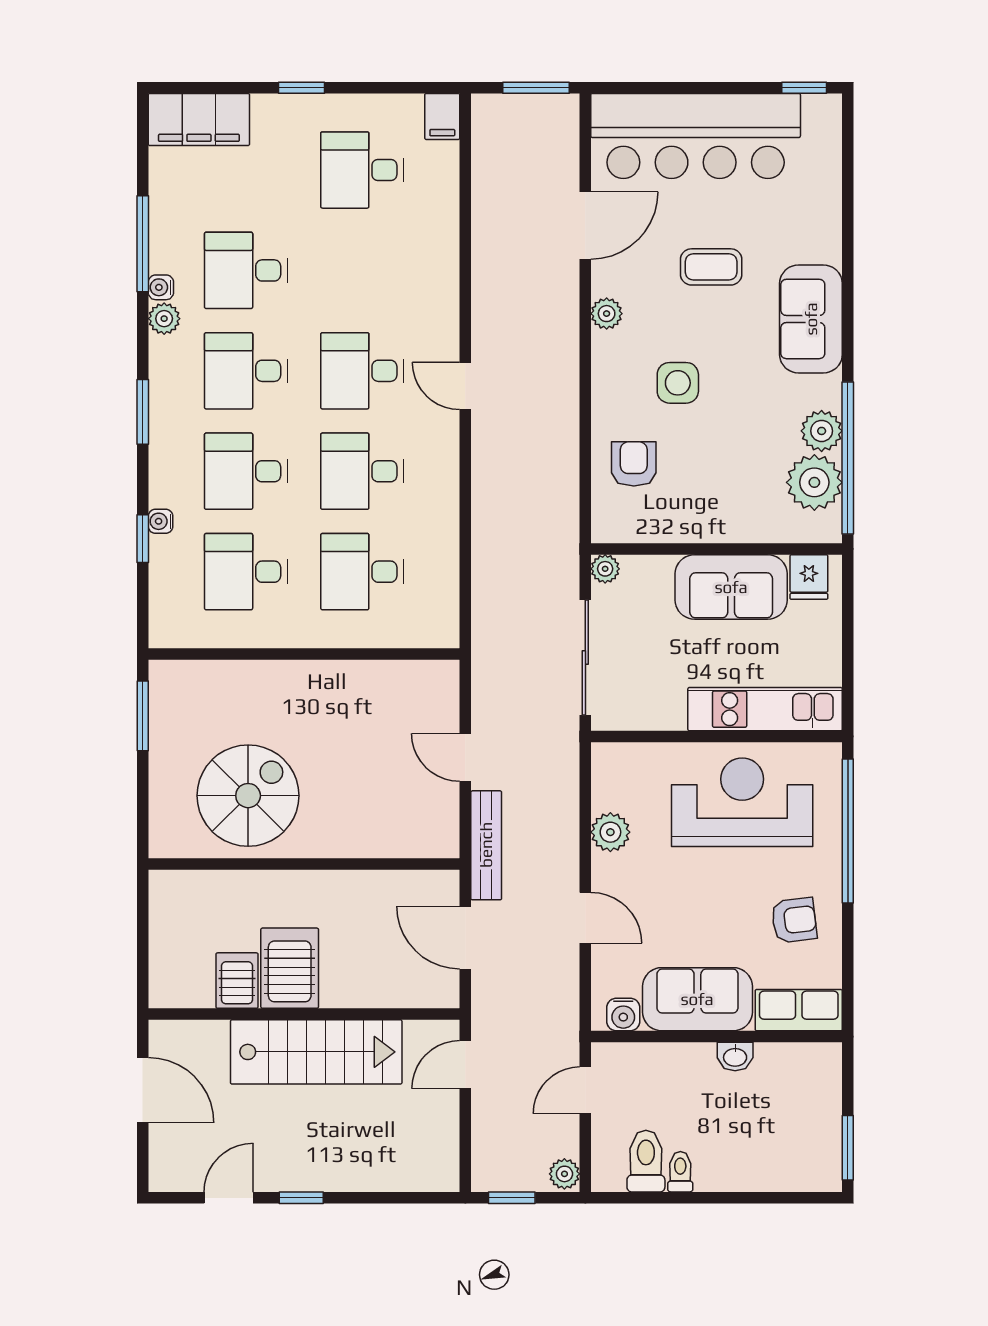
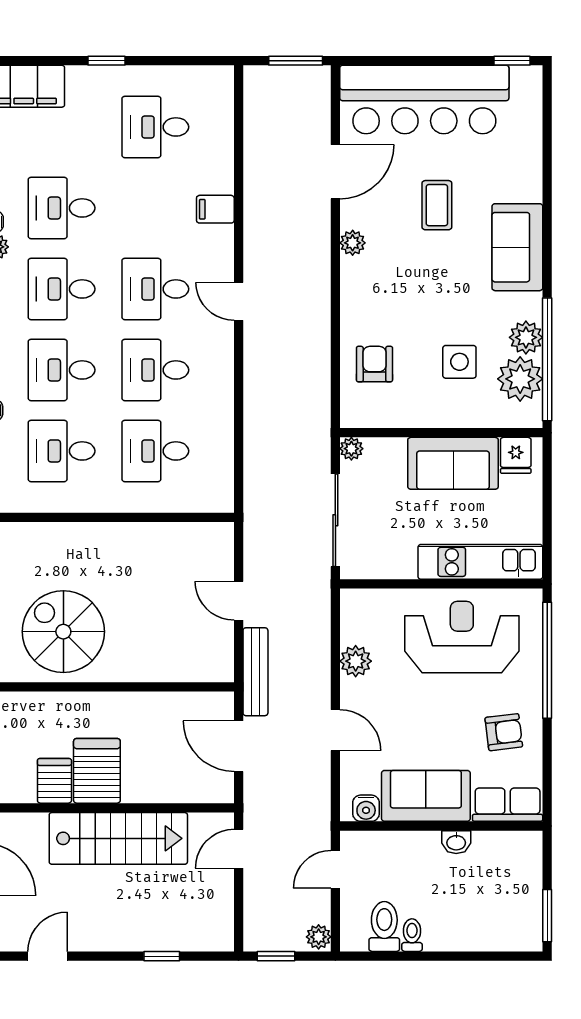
filing cabinet: (442, 116) -> (215, 209), moved, turned 90
coffee table: (711, 267) -> (437, 205), turned 90
side table: (678, 383) -> (459, 362), moved
spiral stairs: (248, 796) -> (63, 632), turned -90
window: (301, 1198) -> (162, 956), moved

